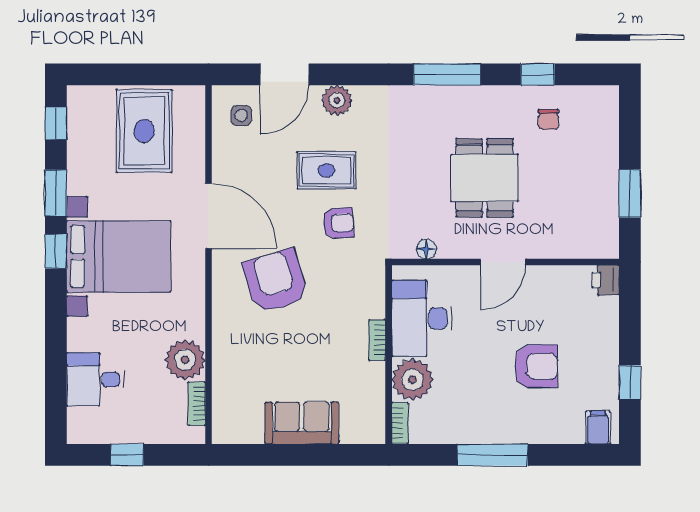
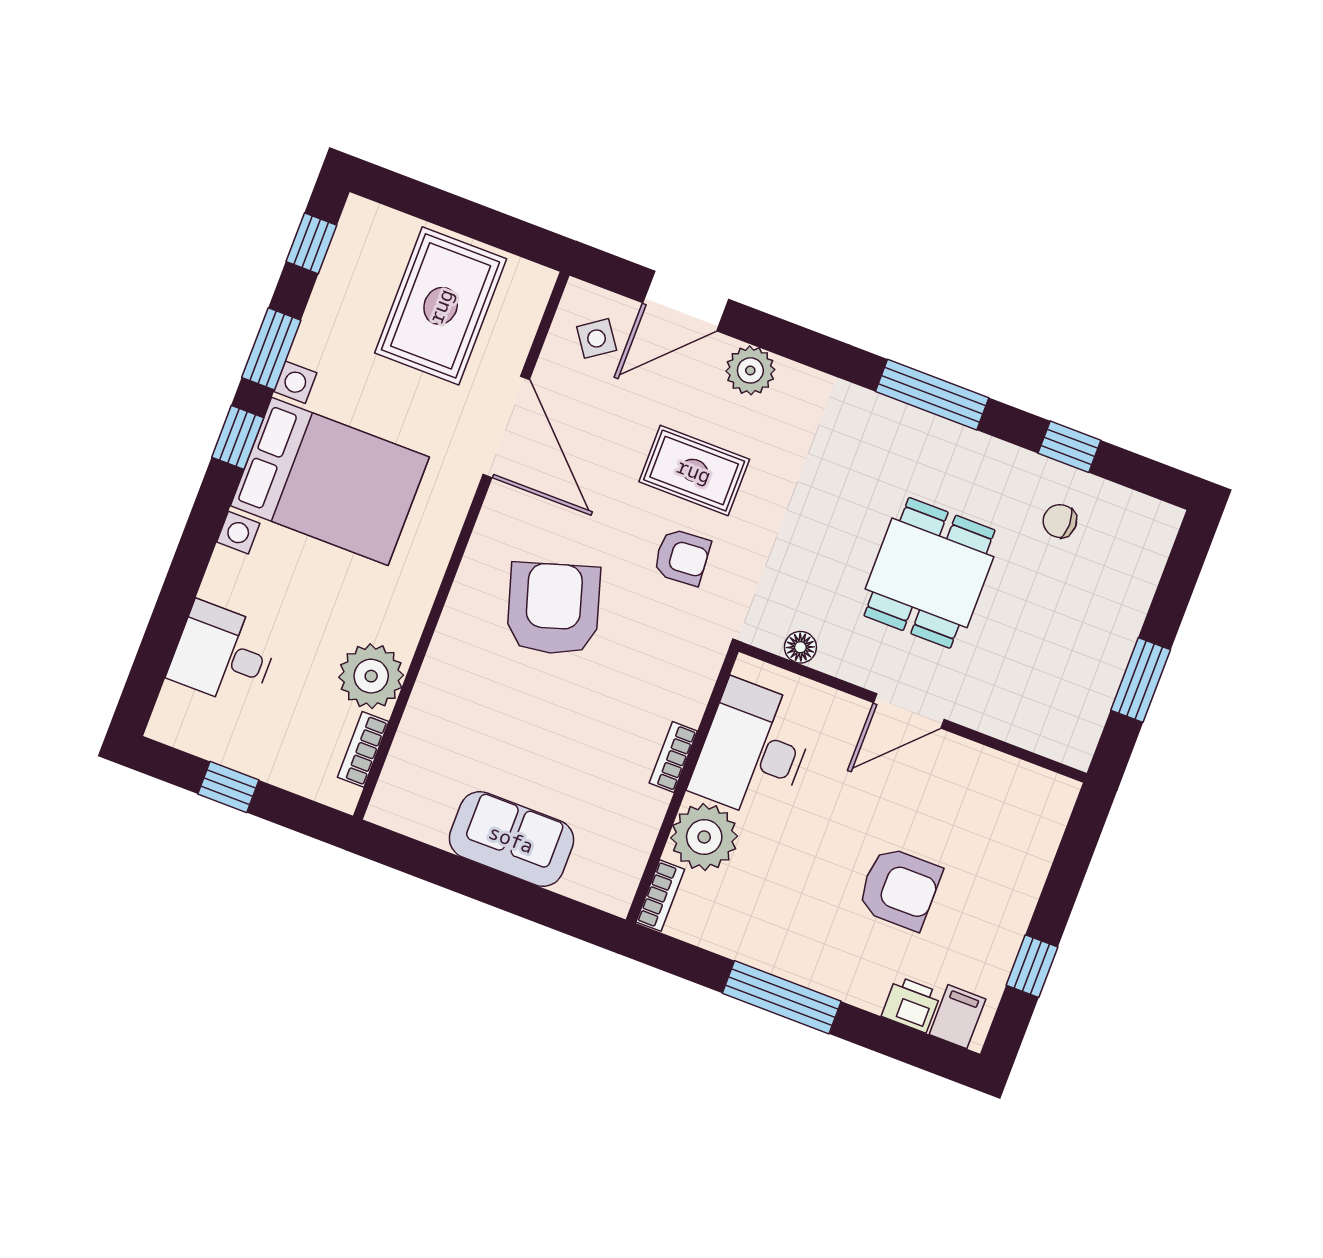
side table: (241, 116) -> (597, 338), turned -35
chair: (548, 119) -> (1060, 521), turned 90
door: (209, 216) -> (506, 427), moved
printer: (606, 280) -> (911, 1004), moved, turned 90

